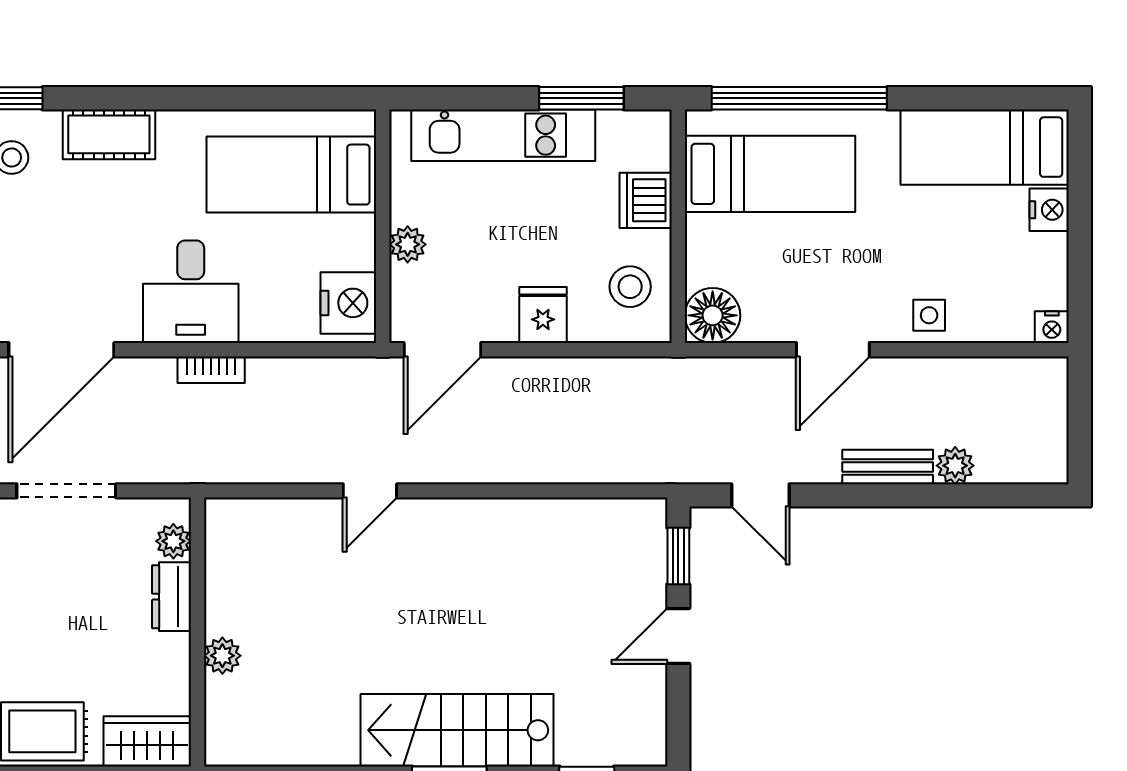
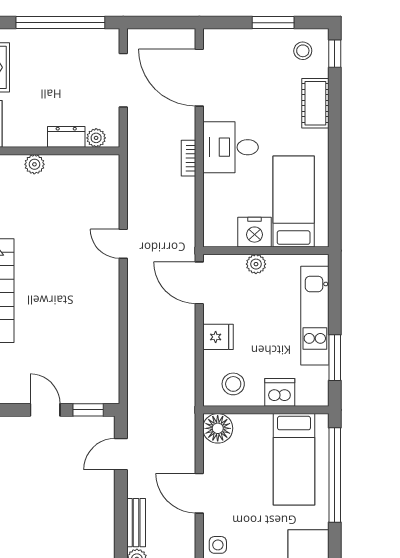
nightstand: (348, 303) -> (255, 232), moved

